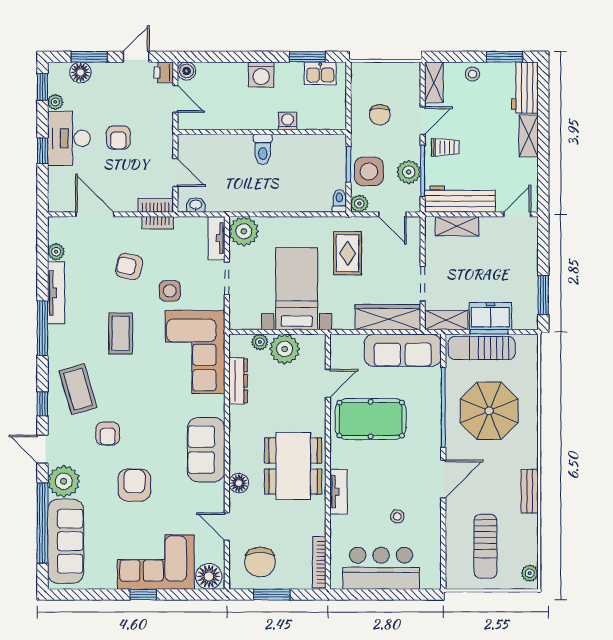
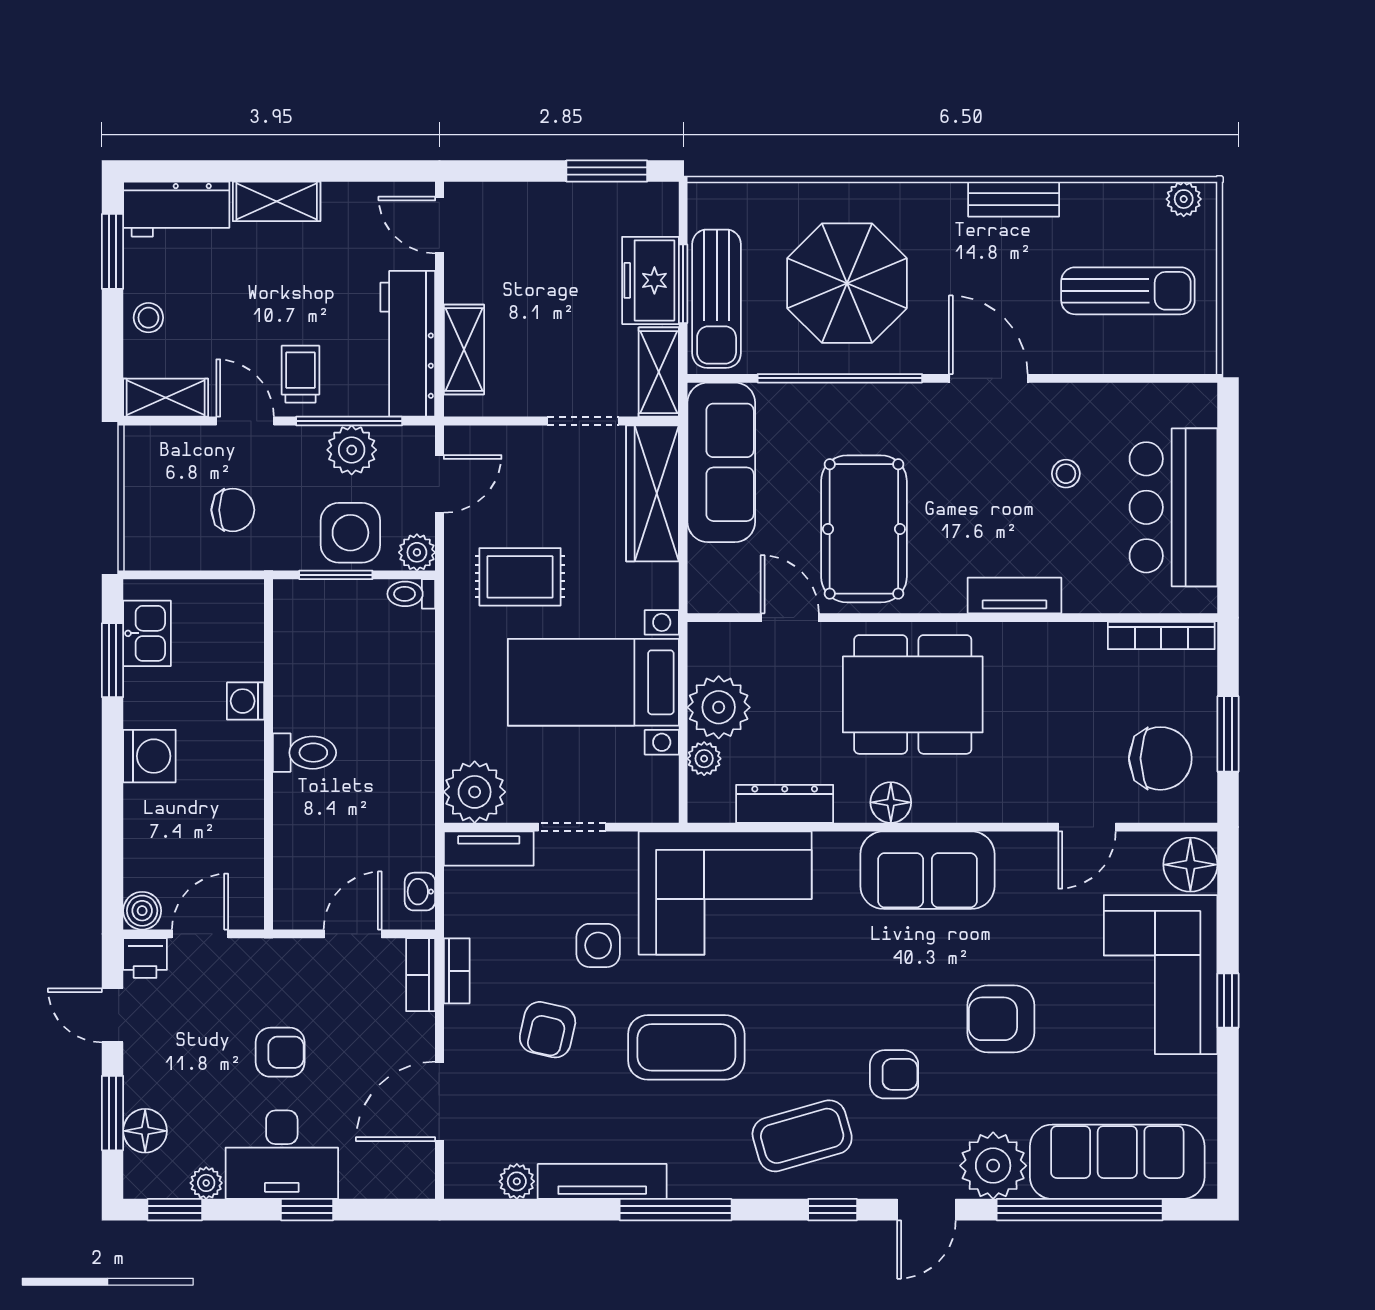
coffee table: (121, 333) -> (686, 1047), width x1.36, depth x1.32
dining table: (293, 466) -> (913, 694), moved
floor lamp: (239, 483) -> (891, 802), moved

